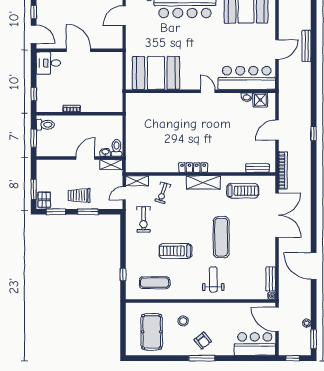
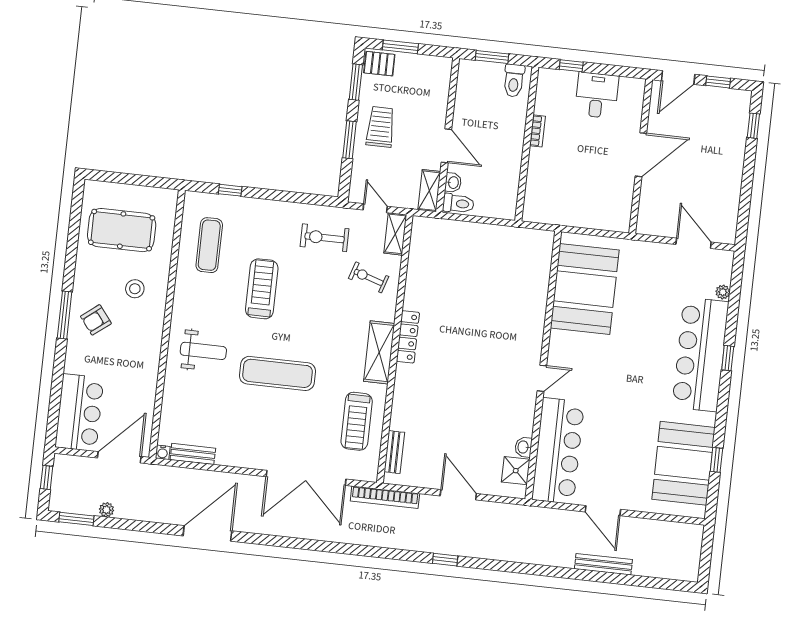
desk: (48, 63) -> (597, 95), moved

